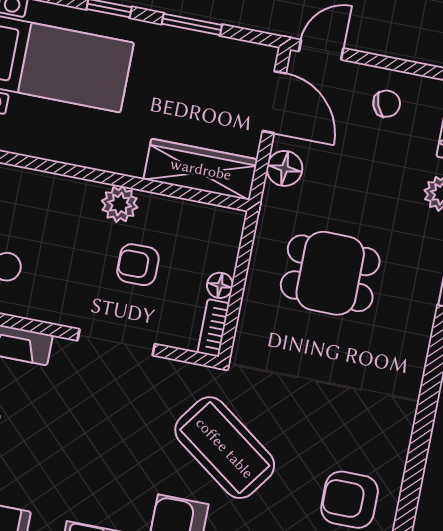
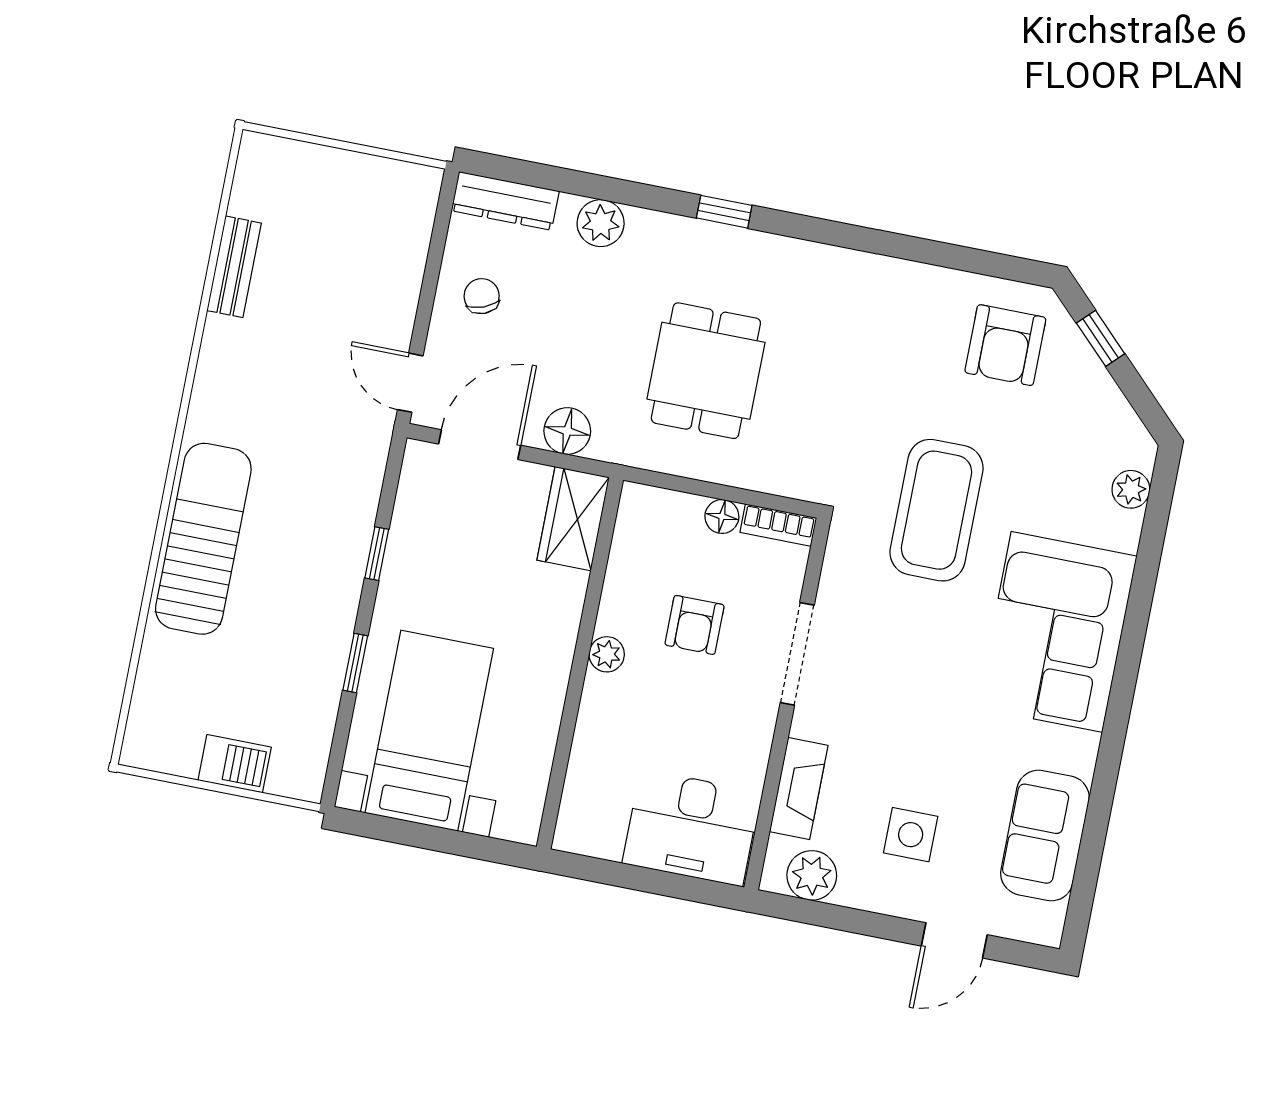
window: (192, 24) -> (377, 554), width x0.67
wardrobe: (201, 169) -> (573, 519), width x0.67
plant: (120, 204) -> (607, 654), width x0.73, depth x0.73
coffee table: (225, 448) -> (936, 510), turned -36

